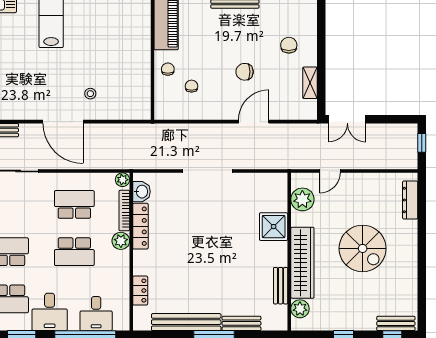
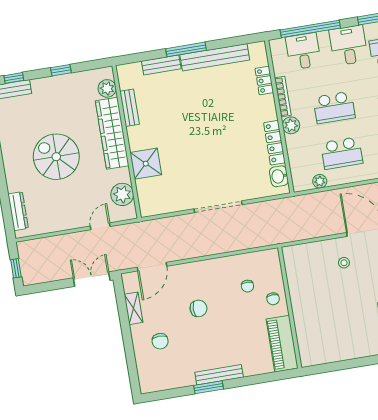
door: (254, 122) -> (152, 267), moved
plant: (122, 180) -> (320, 181), moved
bookcase: (124, 210) -> (283, 97), moved
school desk: (74, 252) -> (334, 107), turned 180

